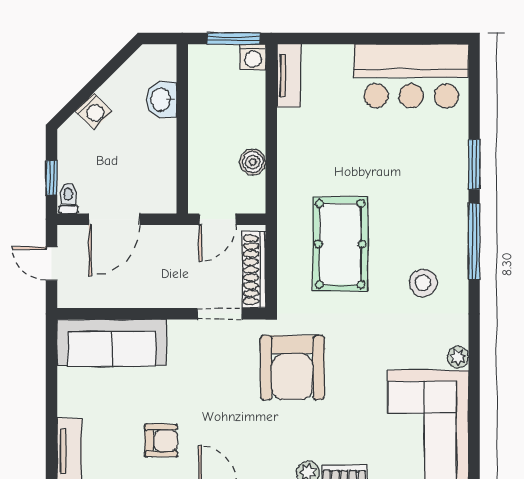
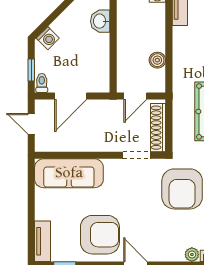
washing machine: (94, 111) -> (48, 38), moved
armchair: (161, 441) -> (100, 235), width x1.88, depth x1.88

